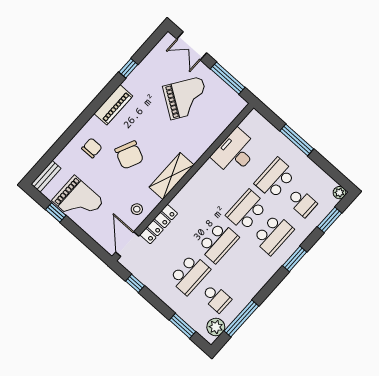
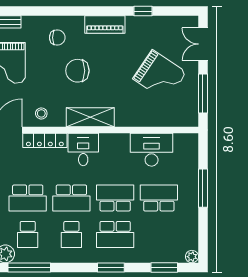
chair: (129, 155) -> (77, 71), turned 65
desk: (190, 202) -> (83, 149), added
school desk: (302, 202) -> (71, 234), moved

